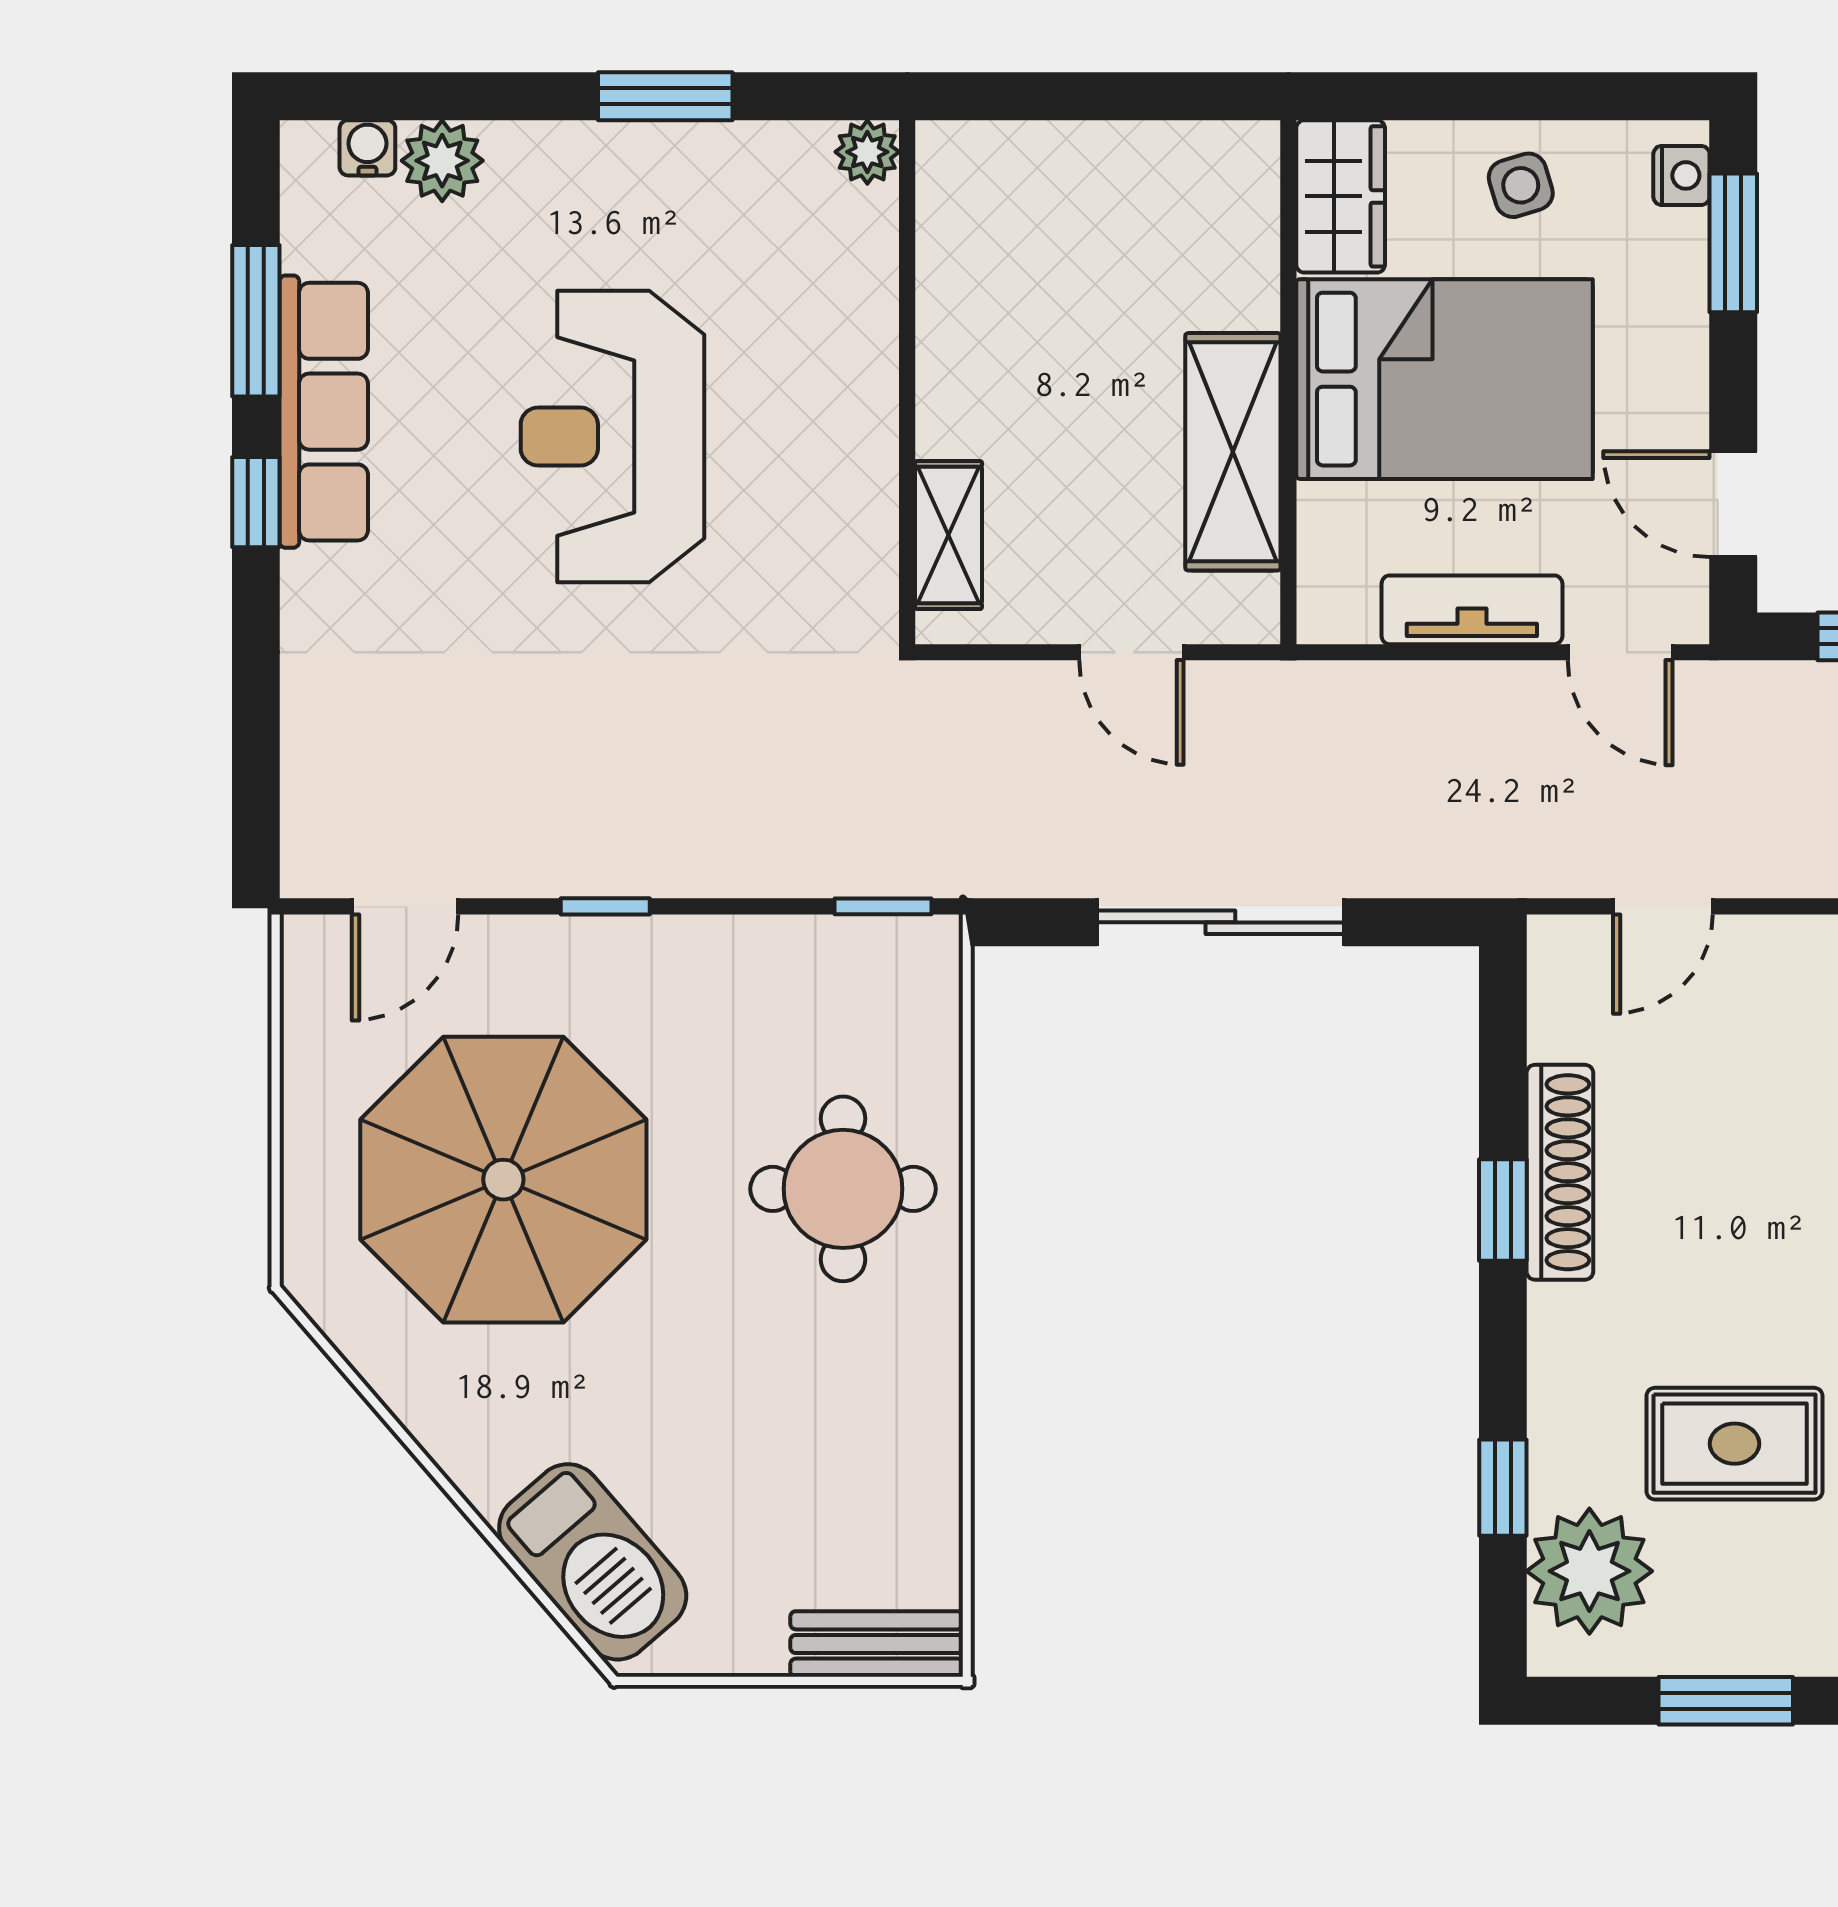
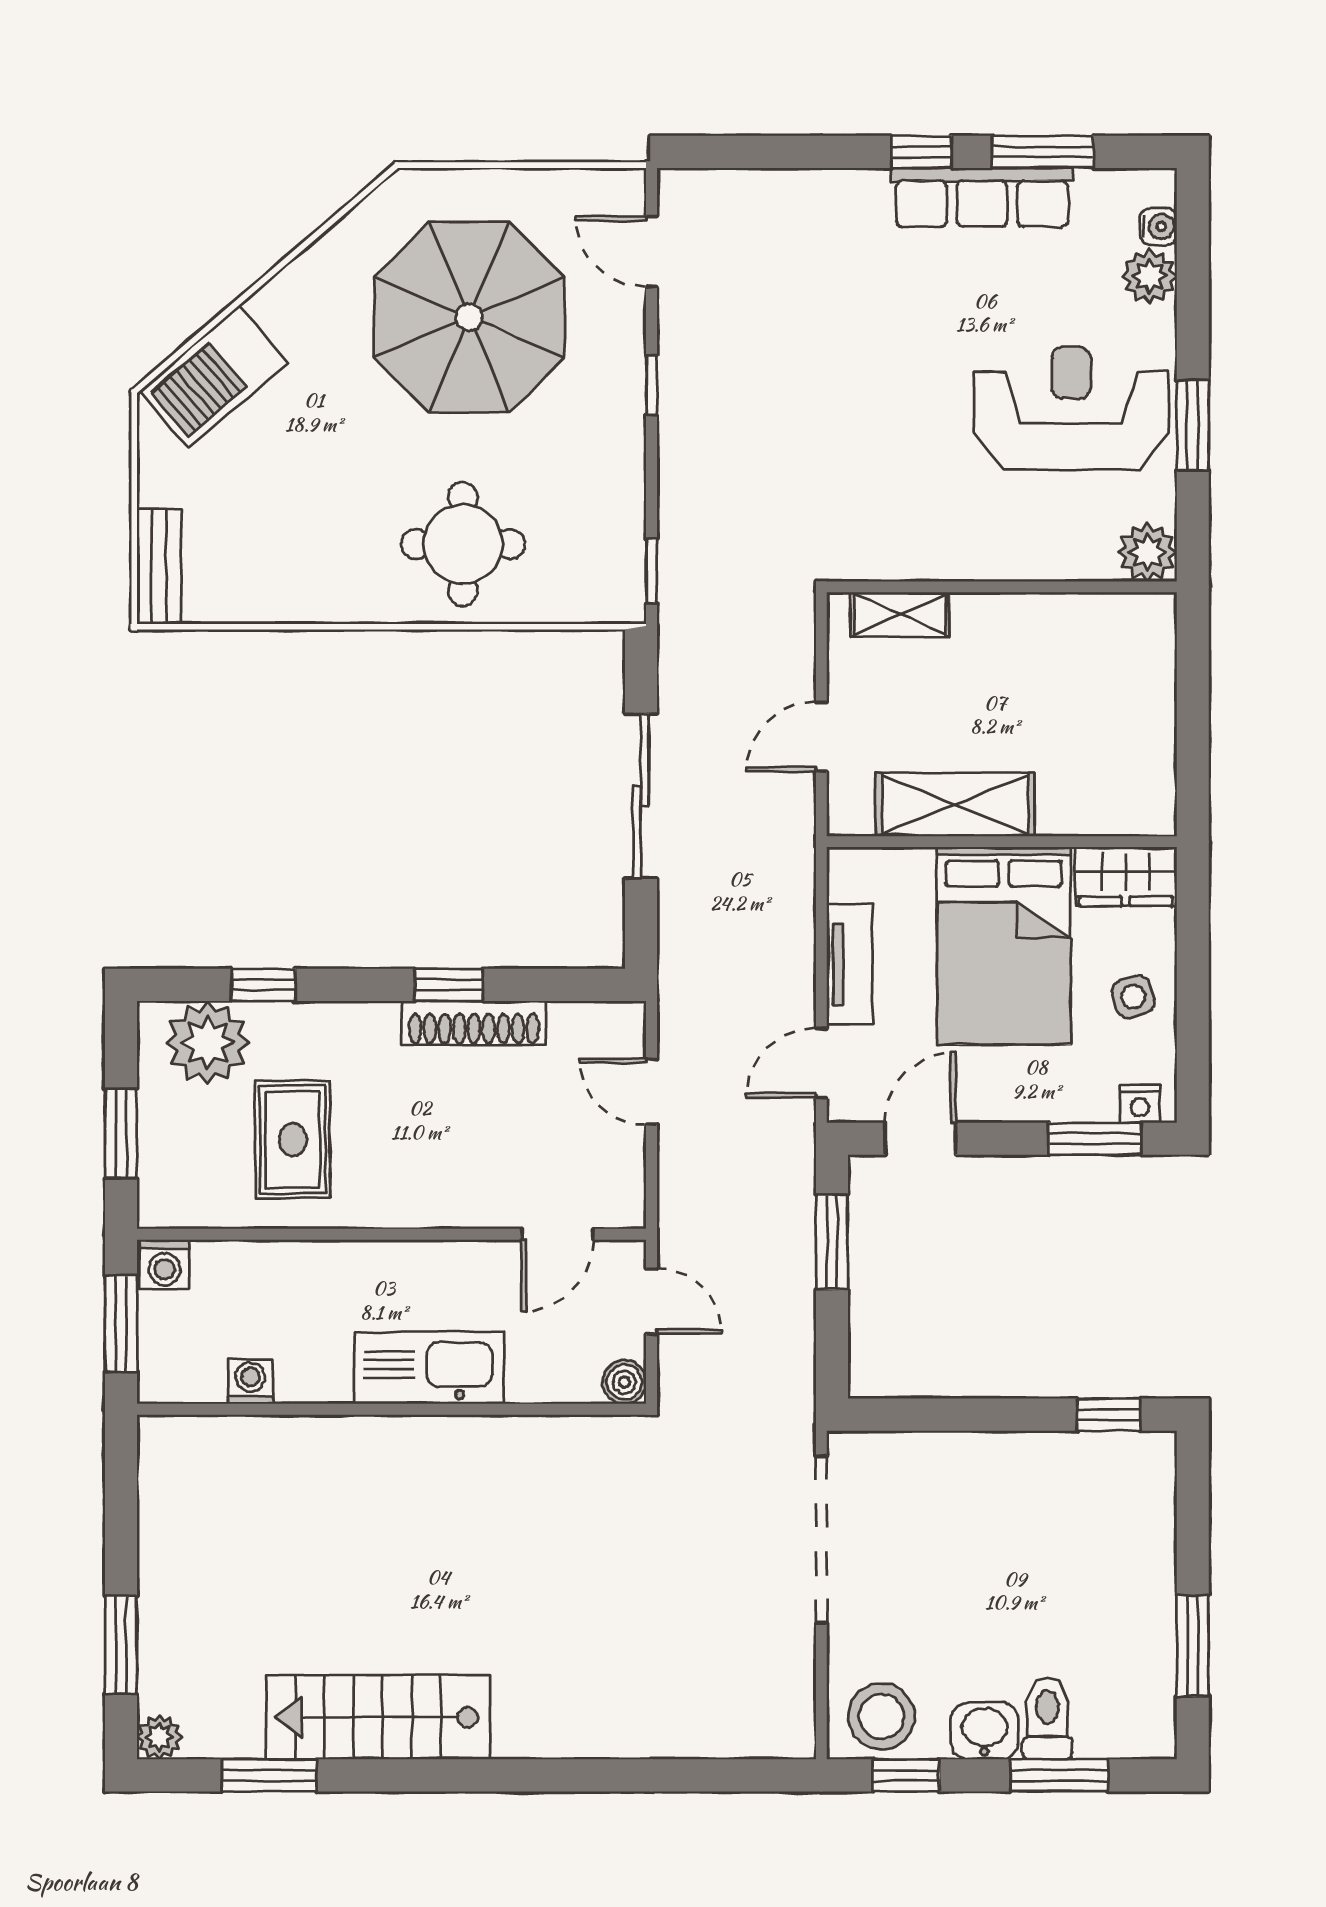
plant: (867, 152) -> (1147, 552), width x1.38, depth x1.38
reception desk: (612, 436) -> (1071, 408), moved

